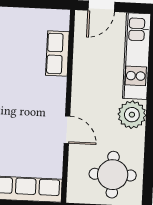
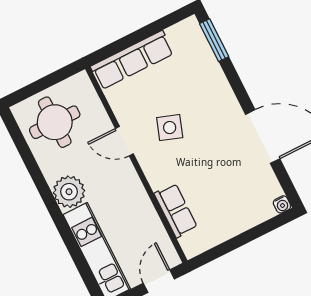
side table: (26, 120) -> (170, 128), added

